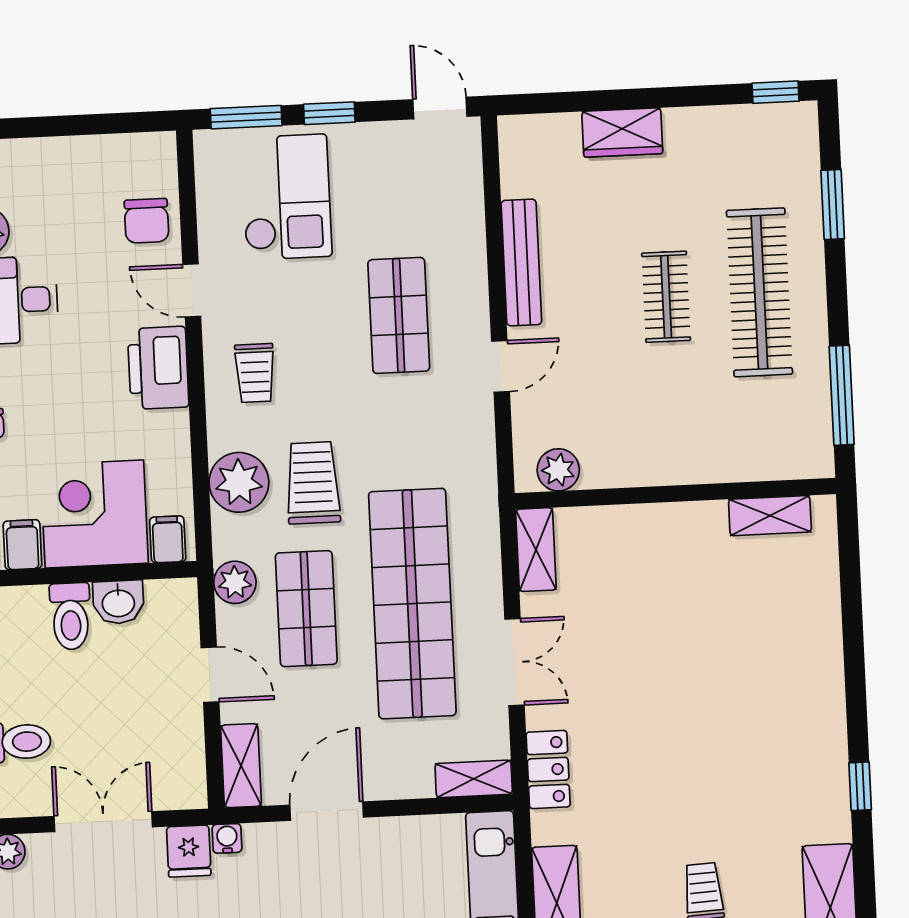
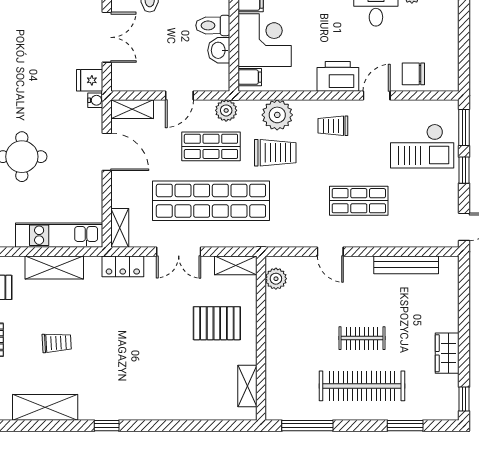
wardrobe: (622, 132) -> (447, 353), moved
bench: (521, 262) -> (406, 265), moved
pallet: (651, 581) -> (217, 323), added

